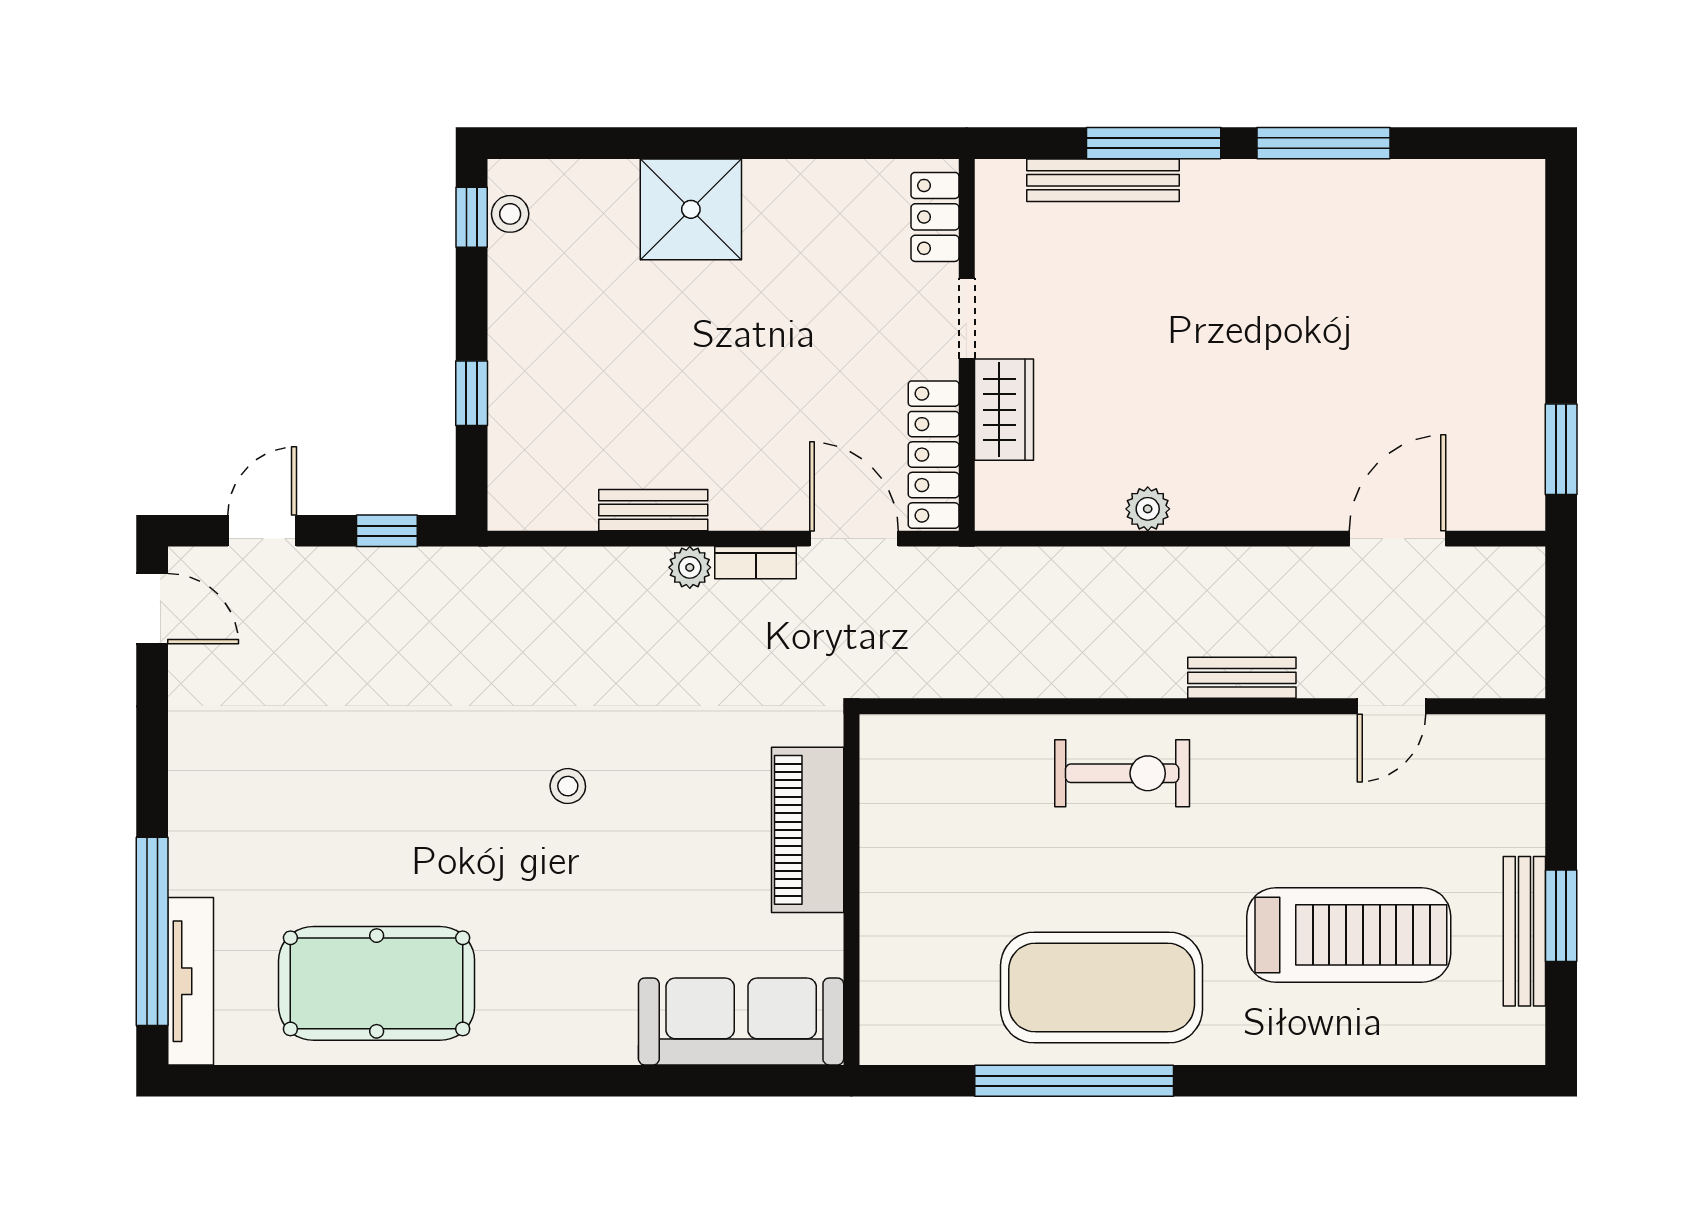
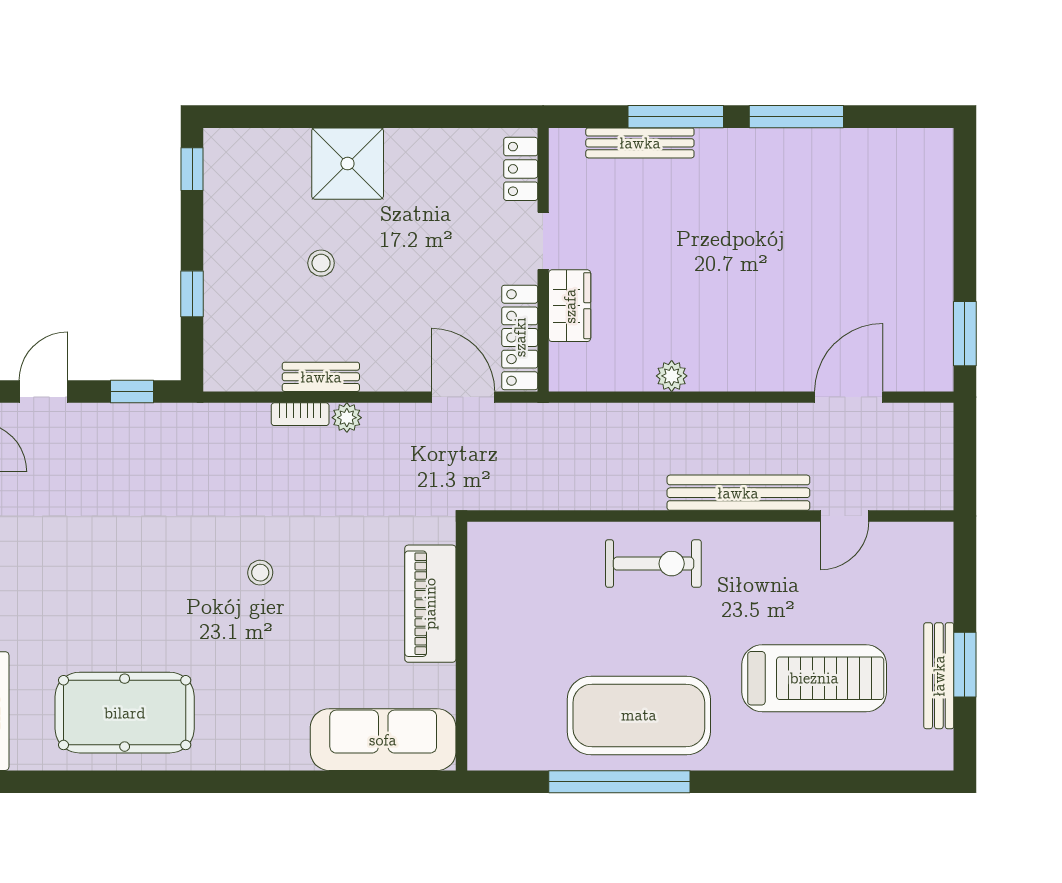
stool: (510, 214) -> (321, 263), moved
bookcase: (756, 563) -> (300, 414), moved
bench: (1242, 678) -> (738, 493), width x1.86, depth x1.21

